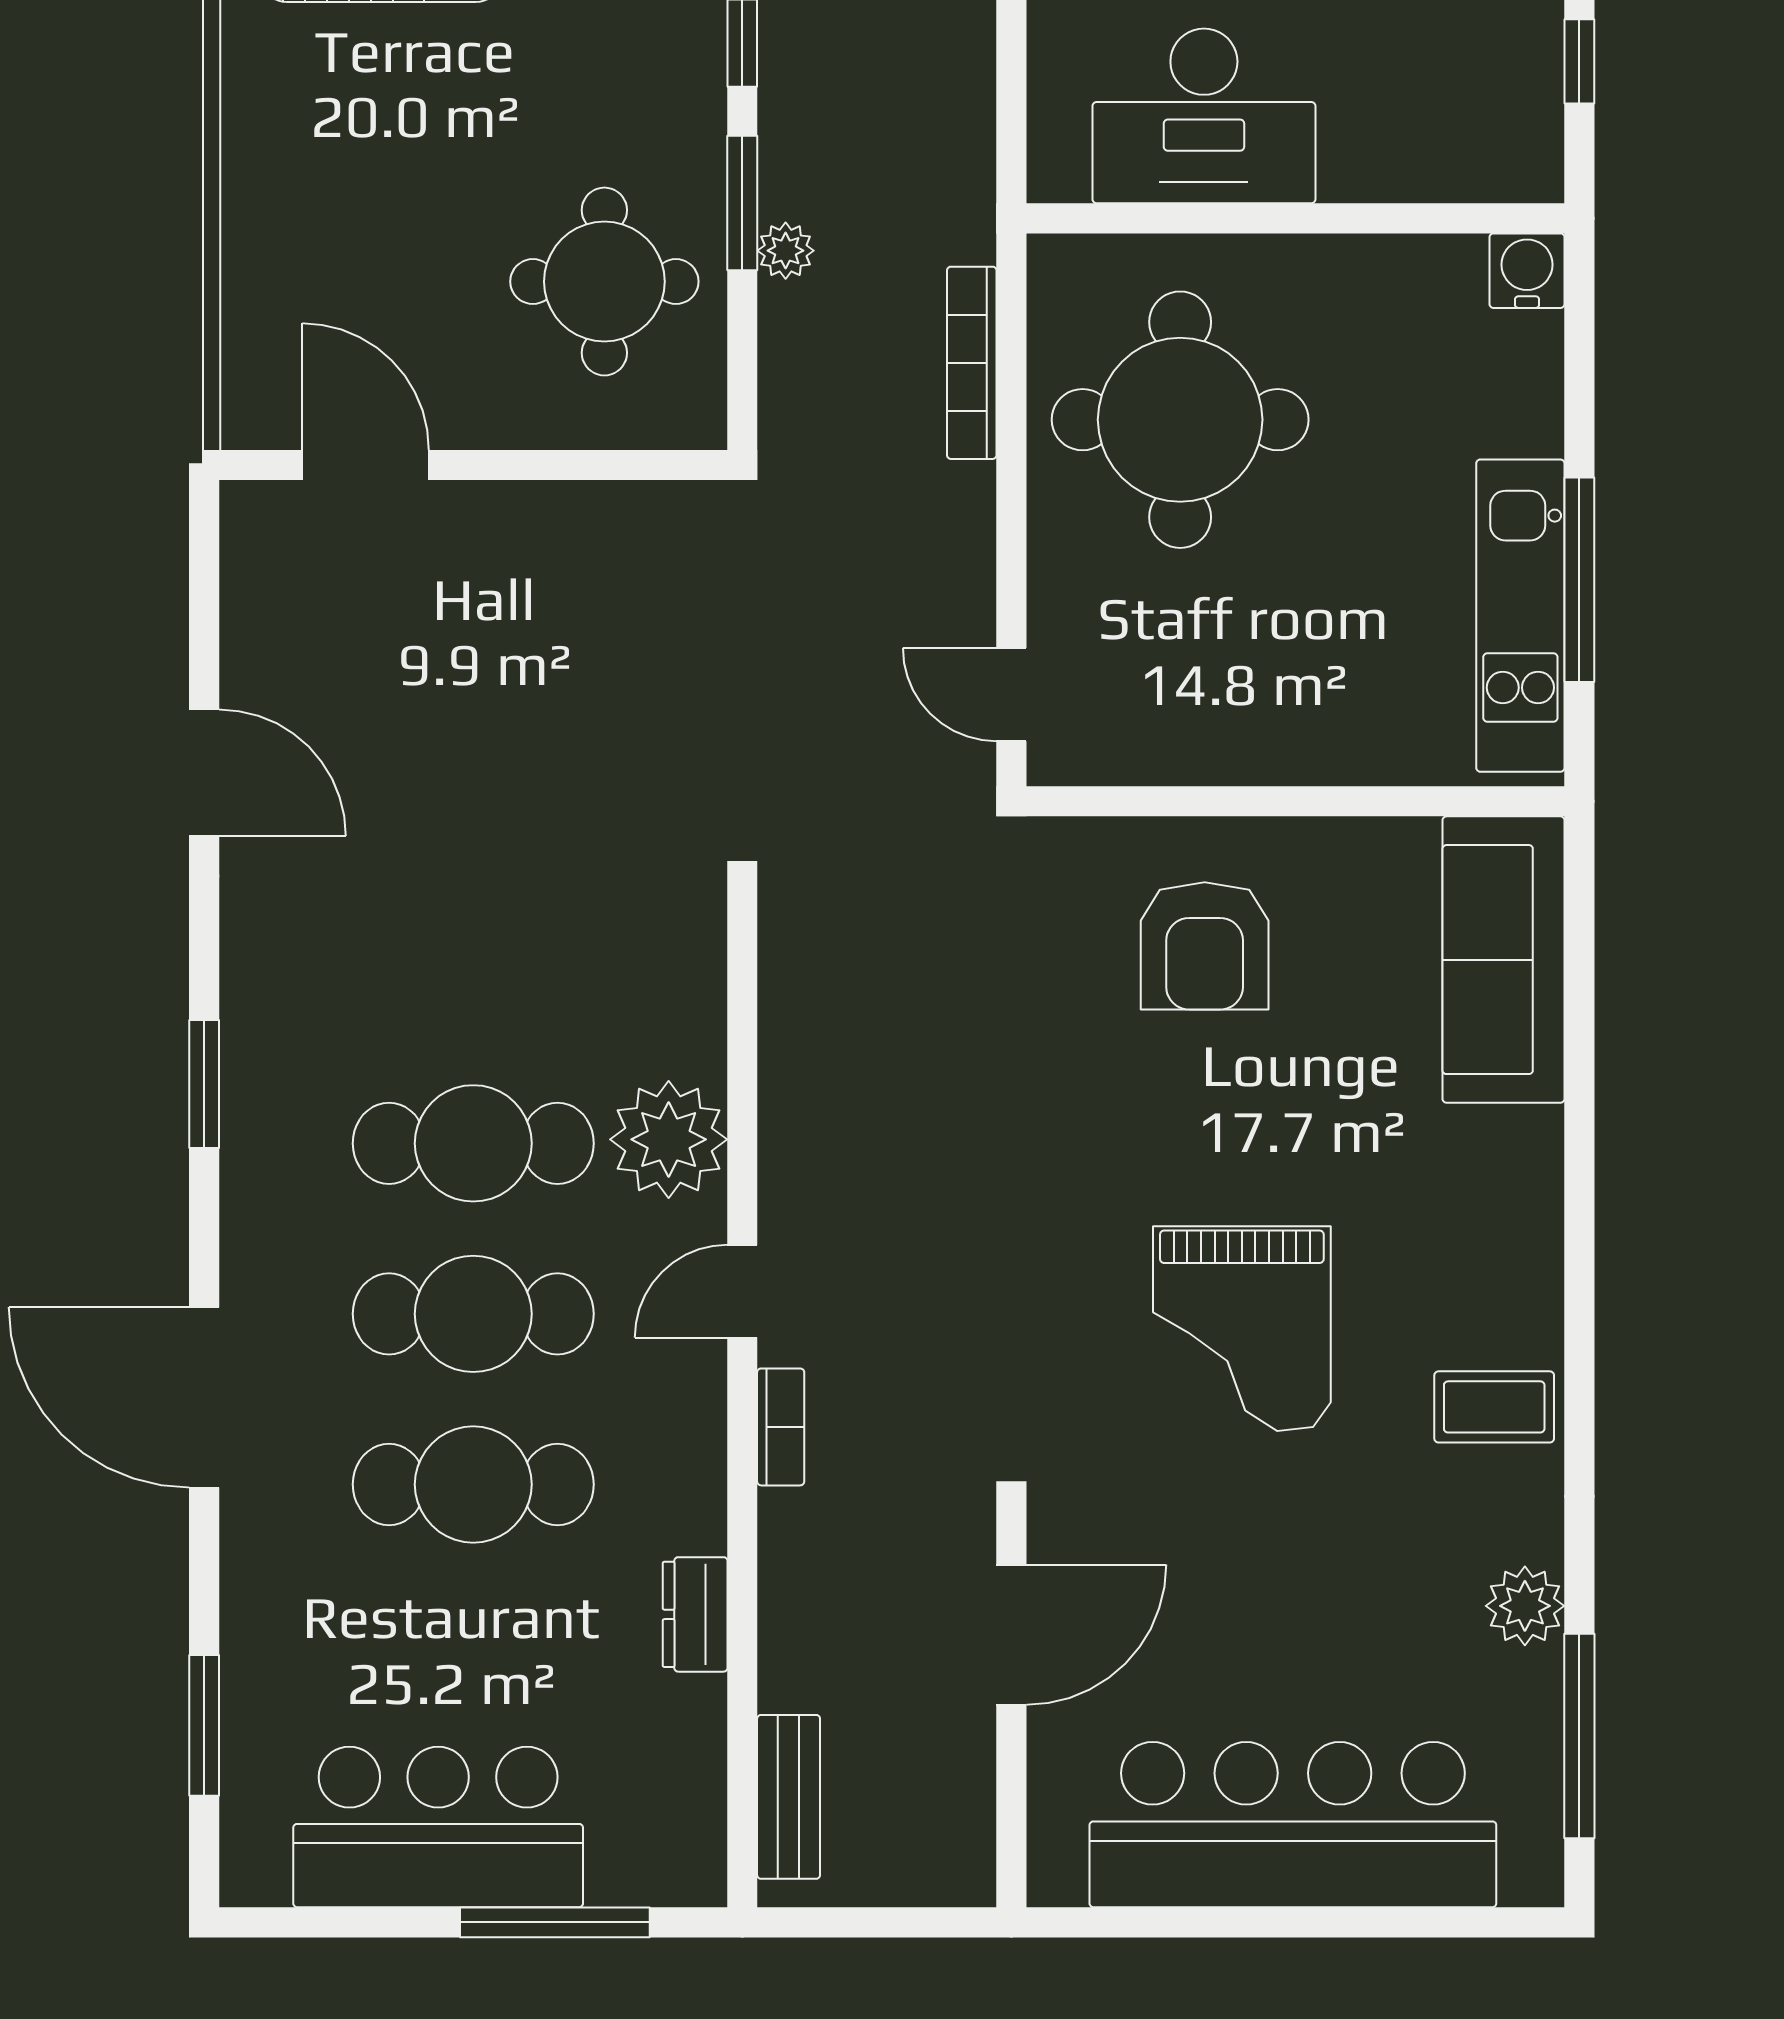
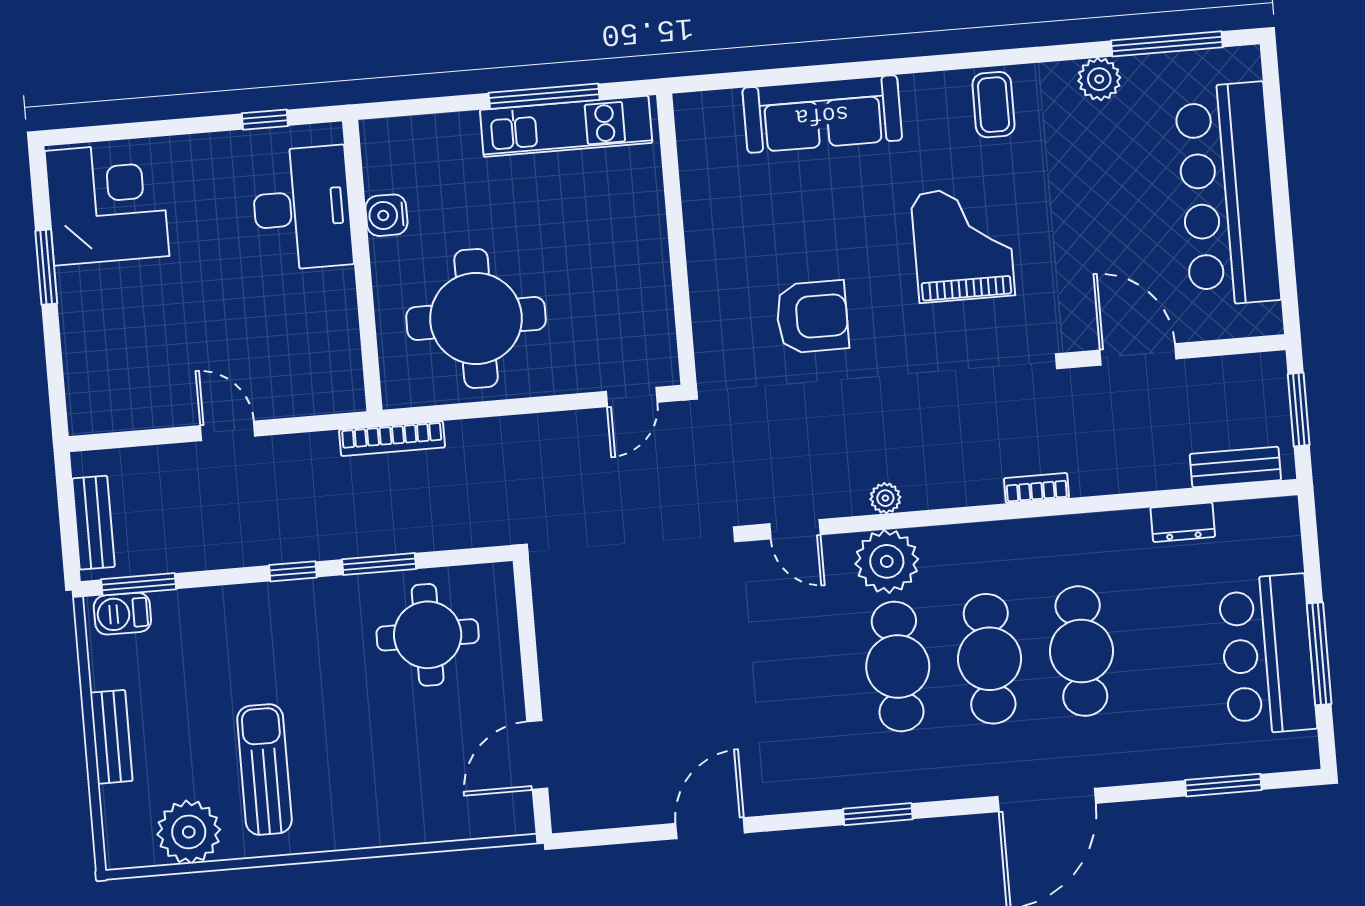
desk: (1204, 116) -> (302, 208), moved
plant: (786, 251) -> (885, 498), moved
water cooler: (1527, 271) -> (386, 215), moved
bookcase: (972, 363) -> (392, 439), moved
armchair: (1205, 946) -> (812, 317), moved
sofa: (1504, 960) -> (822, 114), moved
door: (742, 1291) -> (795, 529), moved
grand piano: (1242, 1329) -> (963, 244), turned -90
dresser: (695, 1614) -> (1183, 522), moved
window: (555, 1922) -> (1319, 654), moved
window: (885, 1922) -> (1299, 410), added

